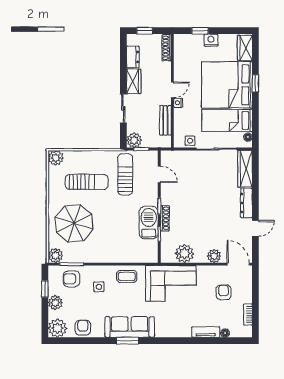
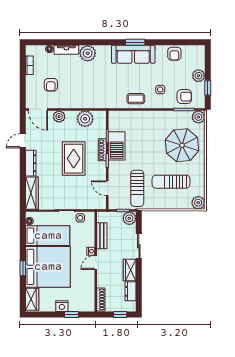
rug: (198, 208) -> (74, 159), added
corner sofa: (171, 283) -> (97, 93), removed
plant: (57, 328) -> (88, 53), moved

